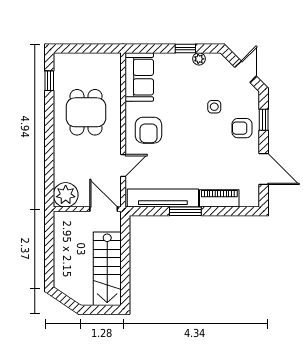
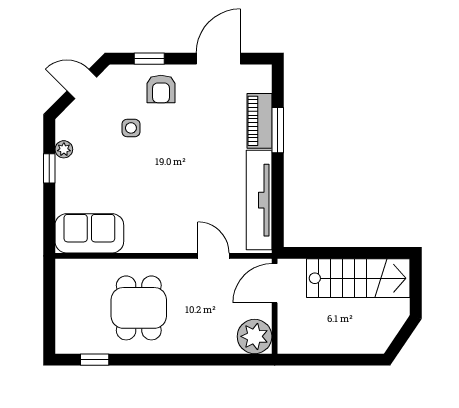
dining table: (86, 112) -> (139, 308), turned 90
armchair: (148, 130) -> (164, 220), removed
window: (185, 211) -> (278, 130), moved

